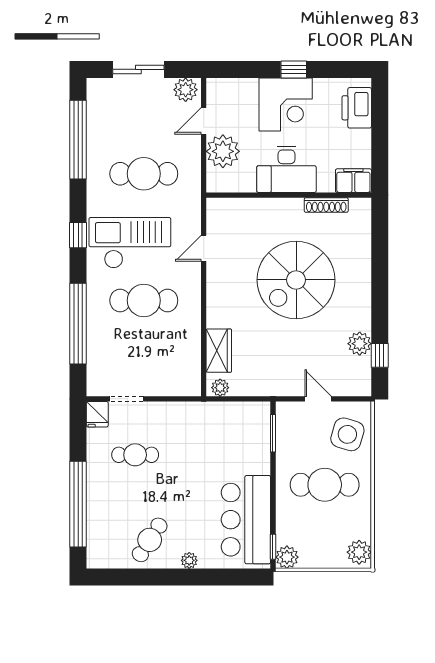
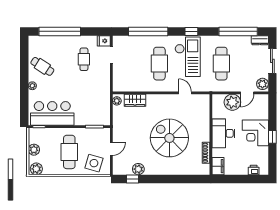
dresser: (96, 95) -> (260, 40), added
printer: (357, 108) -> (254, 170), width x0.53, depth x0.68
door: (204, 121) -> (247, 93), swing flipped
plant: (287, 557) -> (34, 150), moved

